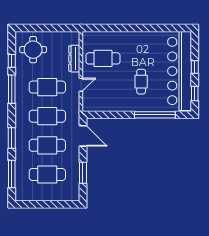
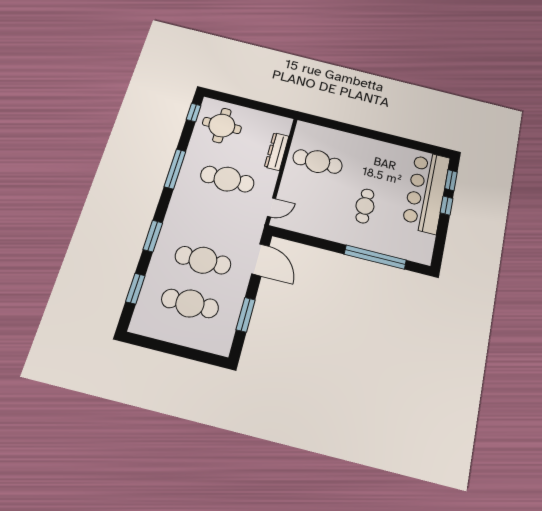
window: (12, 61) -> (194, 113), moved
bar counter: (180, 71) -> (426, 192), width x0.73
door: (81, 85) -> (272, 207), moved
window: (195, 93) -> (451, 180), moved
cafe table: (47, 116) -> (215, 219), removed
window: (12, 174) -> (135, 289), width x0.69

